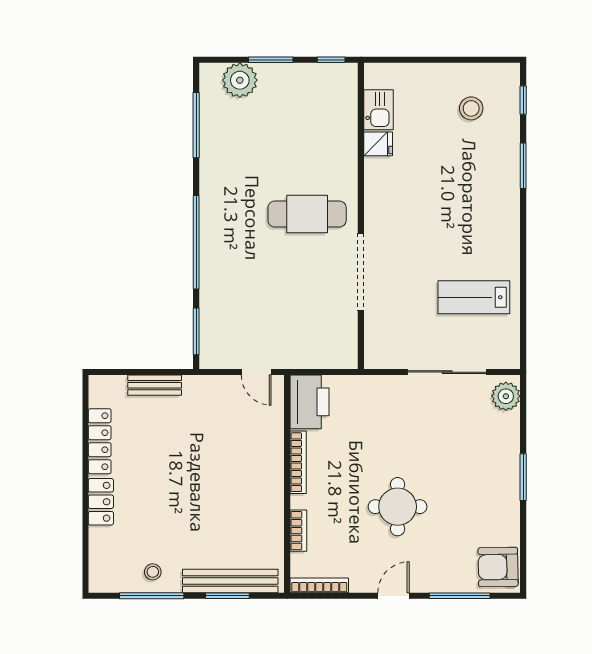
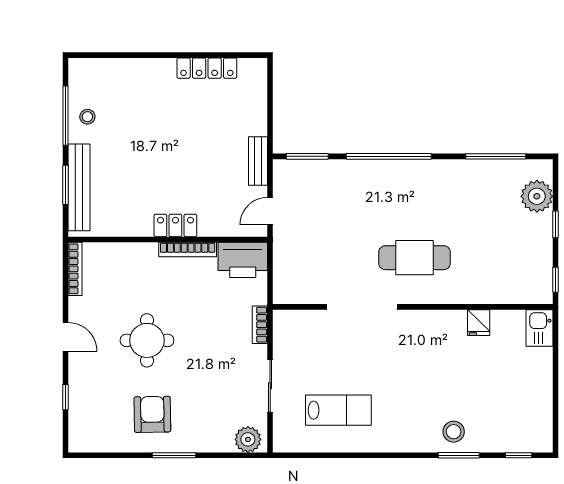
window: (271, 60) -> (556, 224), width x0.67
stool: (471, 108) -> (454, 432), moved
kitchen sink: (378, 110) -> (539, 328), moved, turned 90
cafe table: (307, 214) -> (415, 258), turned 90
lab bench: (474, 297) -> (338, 410), turned 90
sliding door: (447, 372) -> (270, 386), width x0.73
bench: (155, 385) -> (258, 161), moved
locker: (101, 502) -> (175, 225), moved, turned 180
bookcase: (298, 531) -> (260, 325), moved, turned 90
armchair: (498, 567) -> (152, 414), moved
window: (460, 596) -> (66, 397), width x0.46

